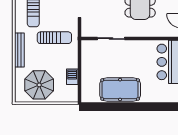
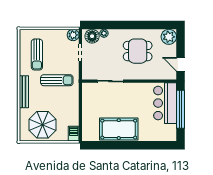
barbecue: (72, 77) -> (74, 134), moved

